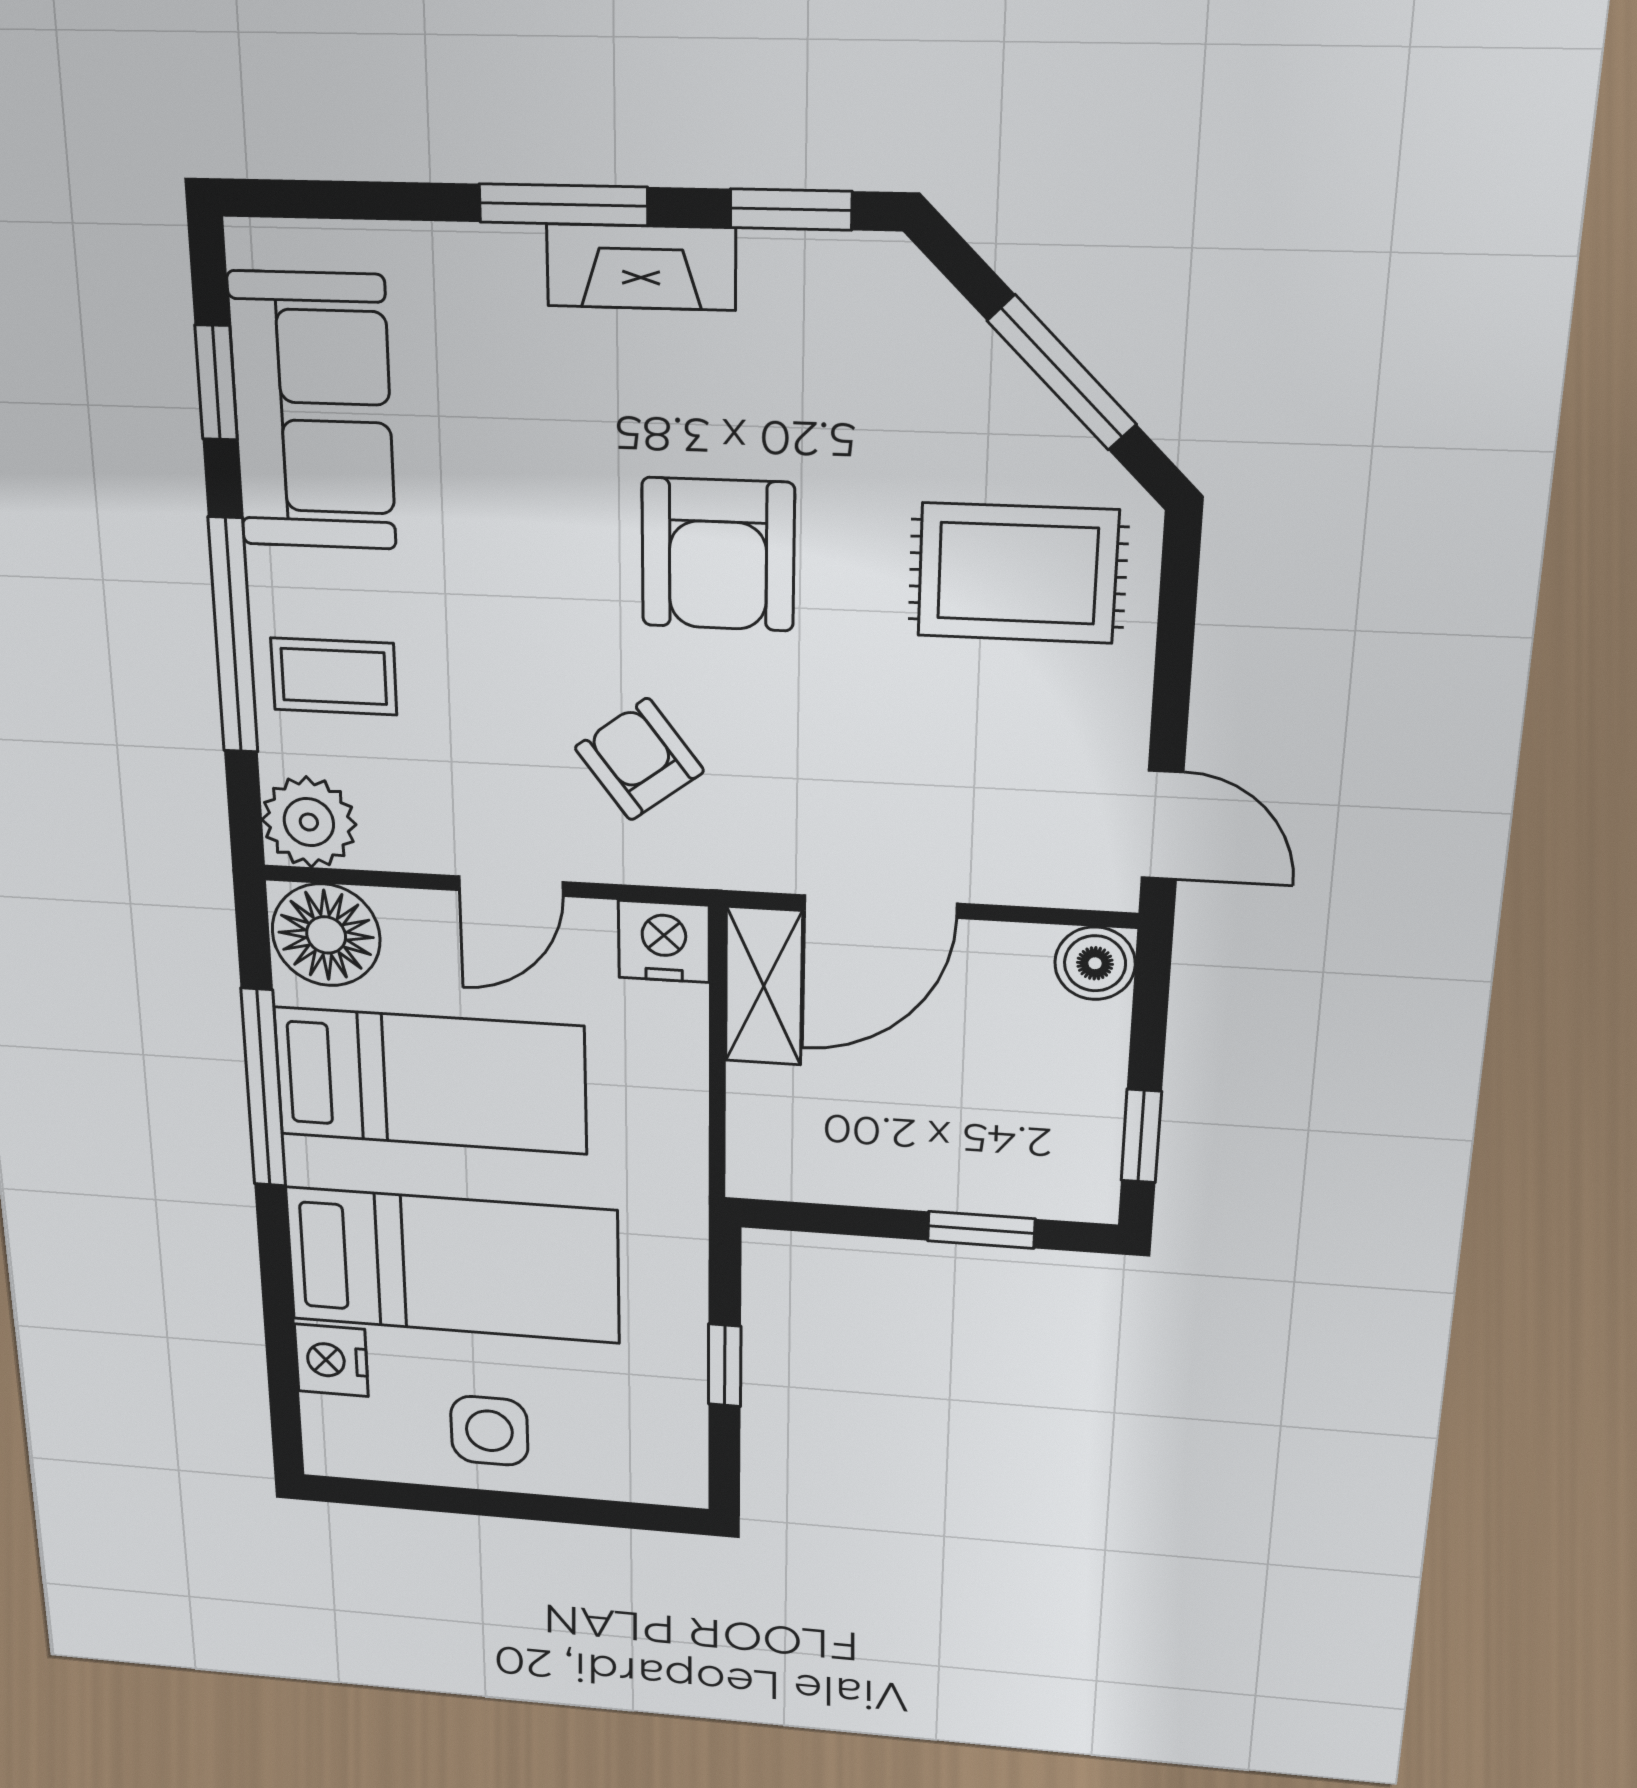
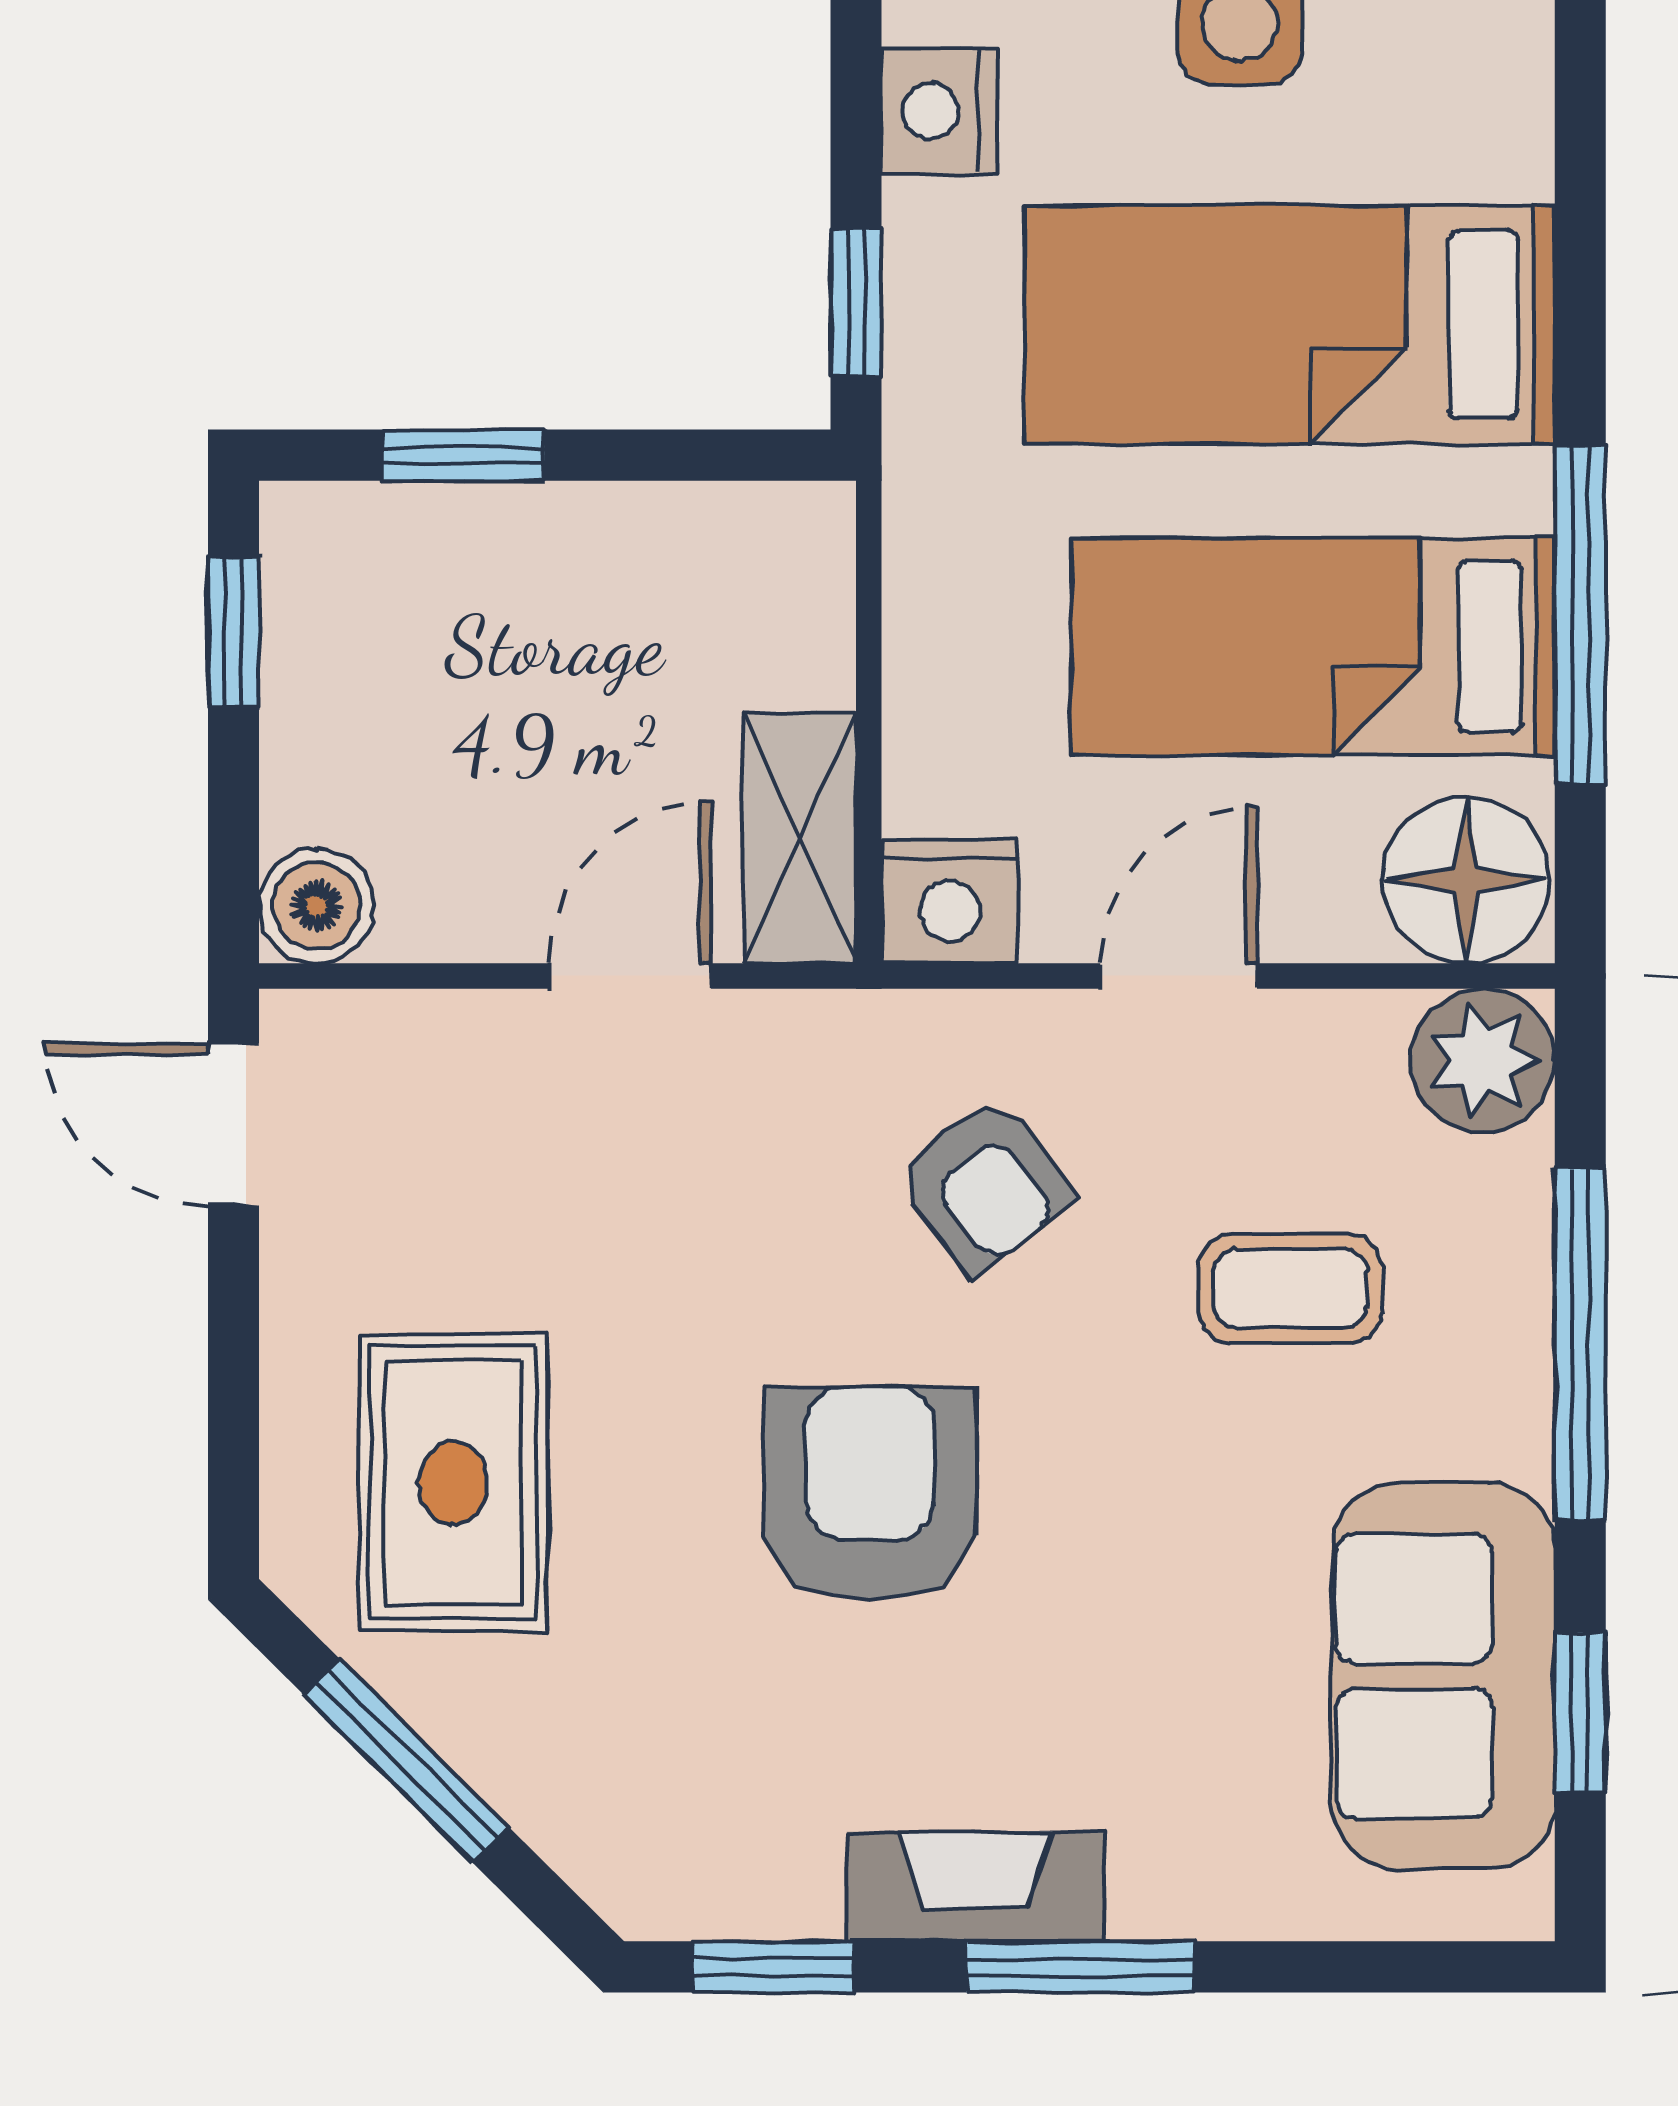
rug: (1018, 573) -> (453, 1483), turned 90
coffee table: (334, 676) -> (1290, 1289), moved
door: (880, 907) -> (630, 976), width x0.73
nightstand: (331, 1360) -> (939, 111), moved, turned 180
window: (725, 1365) -> (856, 302), moved

